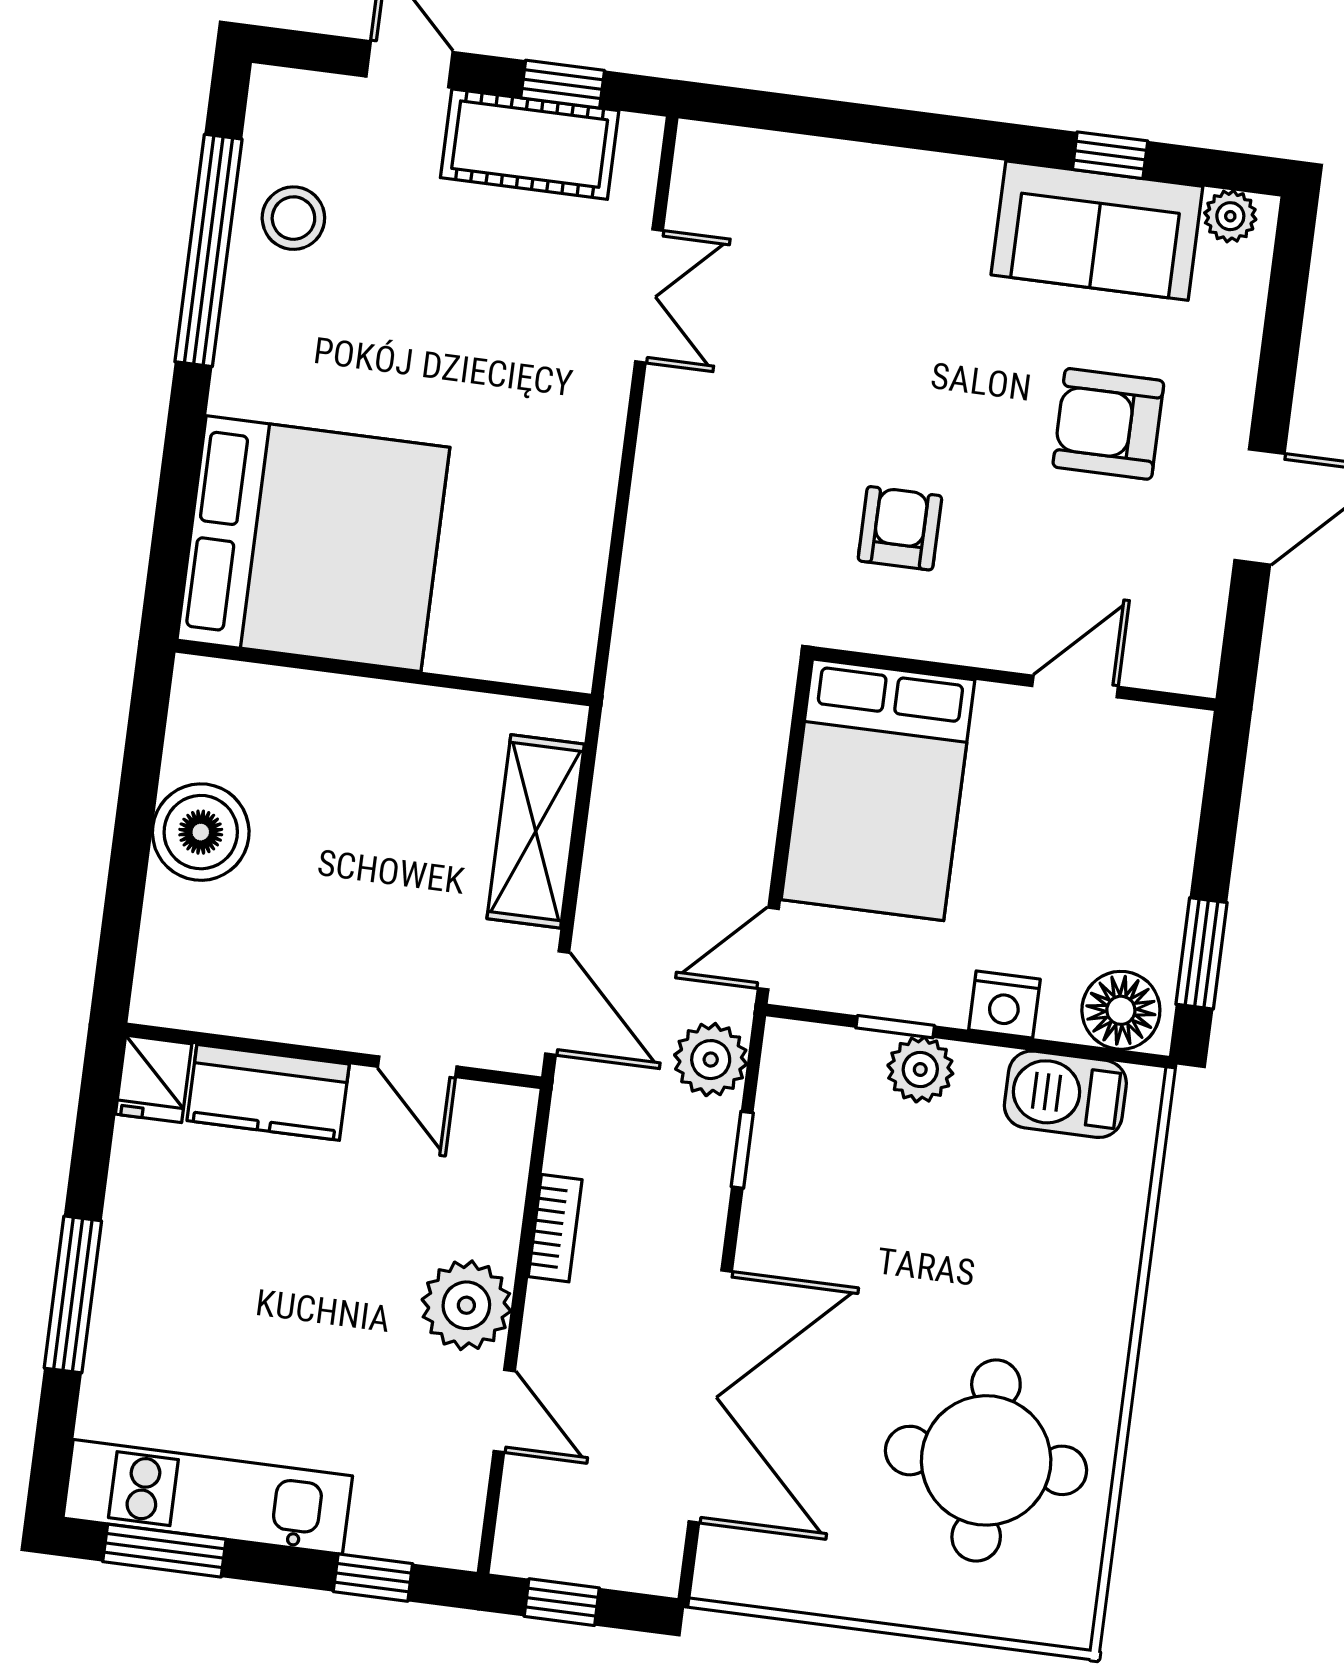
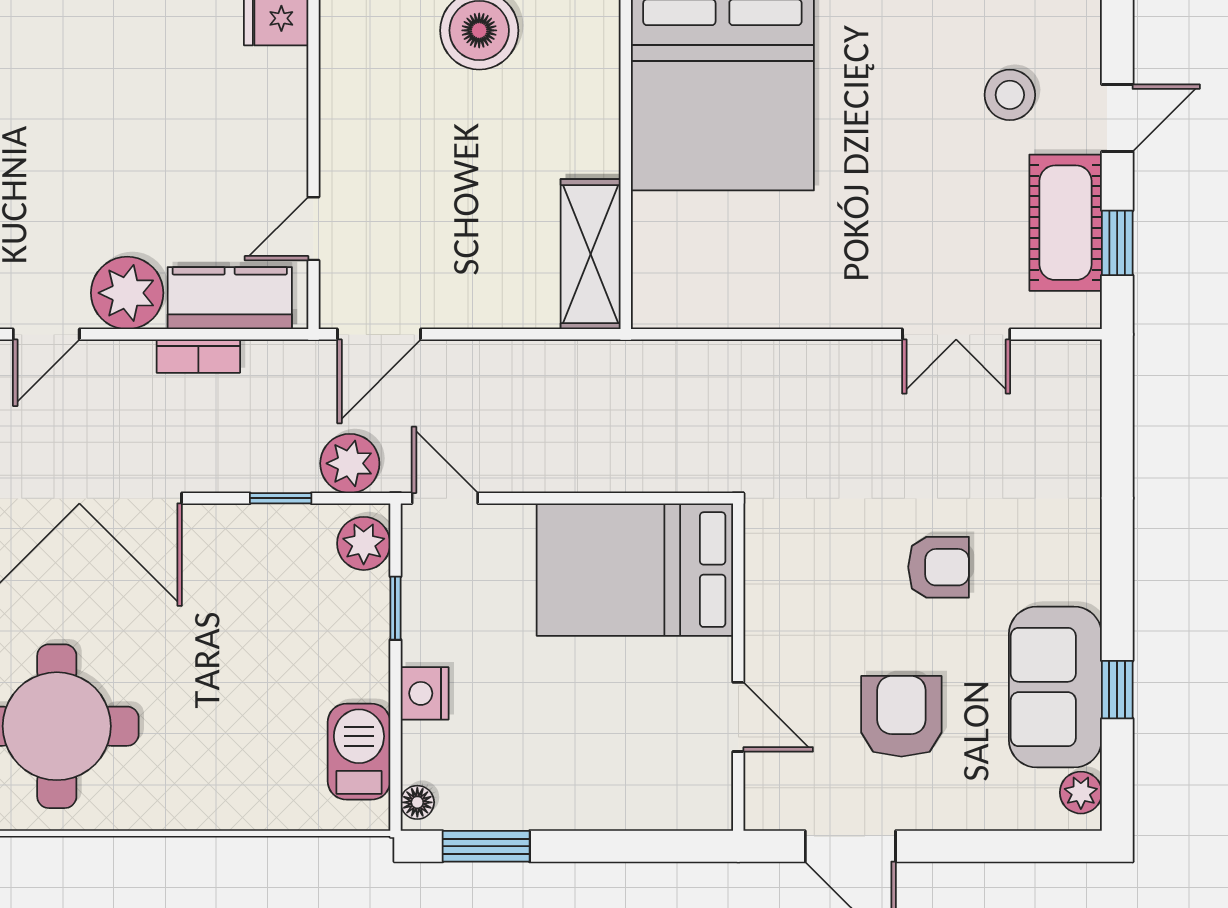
stool: (293, 218) -> (1010, 95), moved
armchair: (900, 528) -> (939, 567), moved
wall: (1014, 679) -> (738, 667), moved
door: (1075, 686) -> (738, 717), moved
bed: (878, 790) -> (635, 570), moved
shelving: (536, 831) -> (591, 254), moved, turned 90
floor lamp: (1121, 1010) -> (417, 802), width x0.53, depth x0.53
plant: (920, 1069) -> (364, 543), moved
kitchen counter: (268, 1092) -> (230, 298), moved, turned 90

